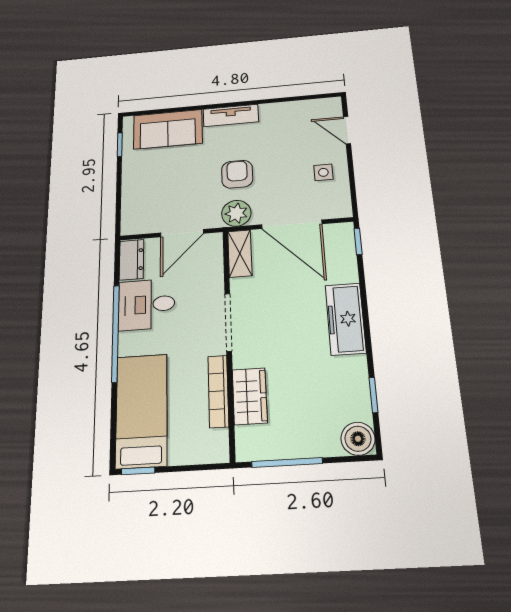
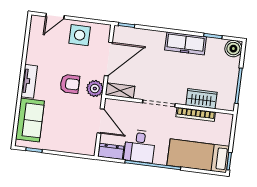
side table: (323, 172) -> (80, 35), width x1.87, depth x1.87
armchair: (237, 174) -> (70, 84), turned 180
freezer: (346, 319) -> (186, 43), moved

